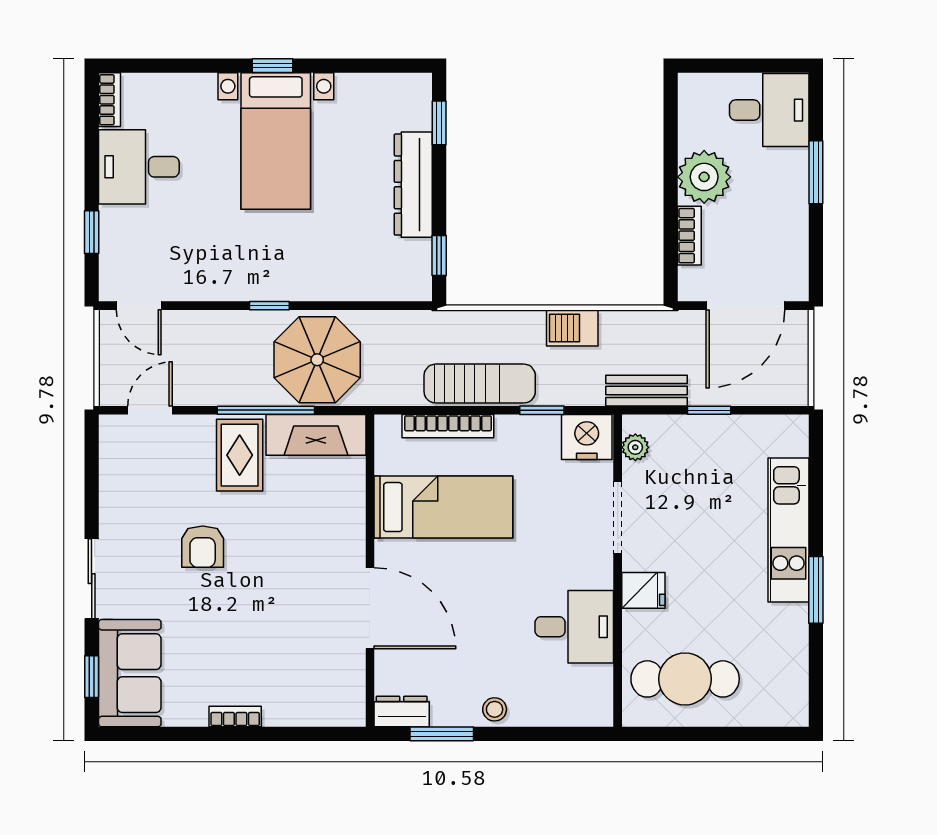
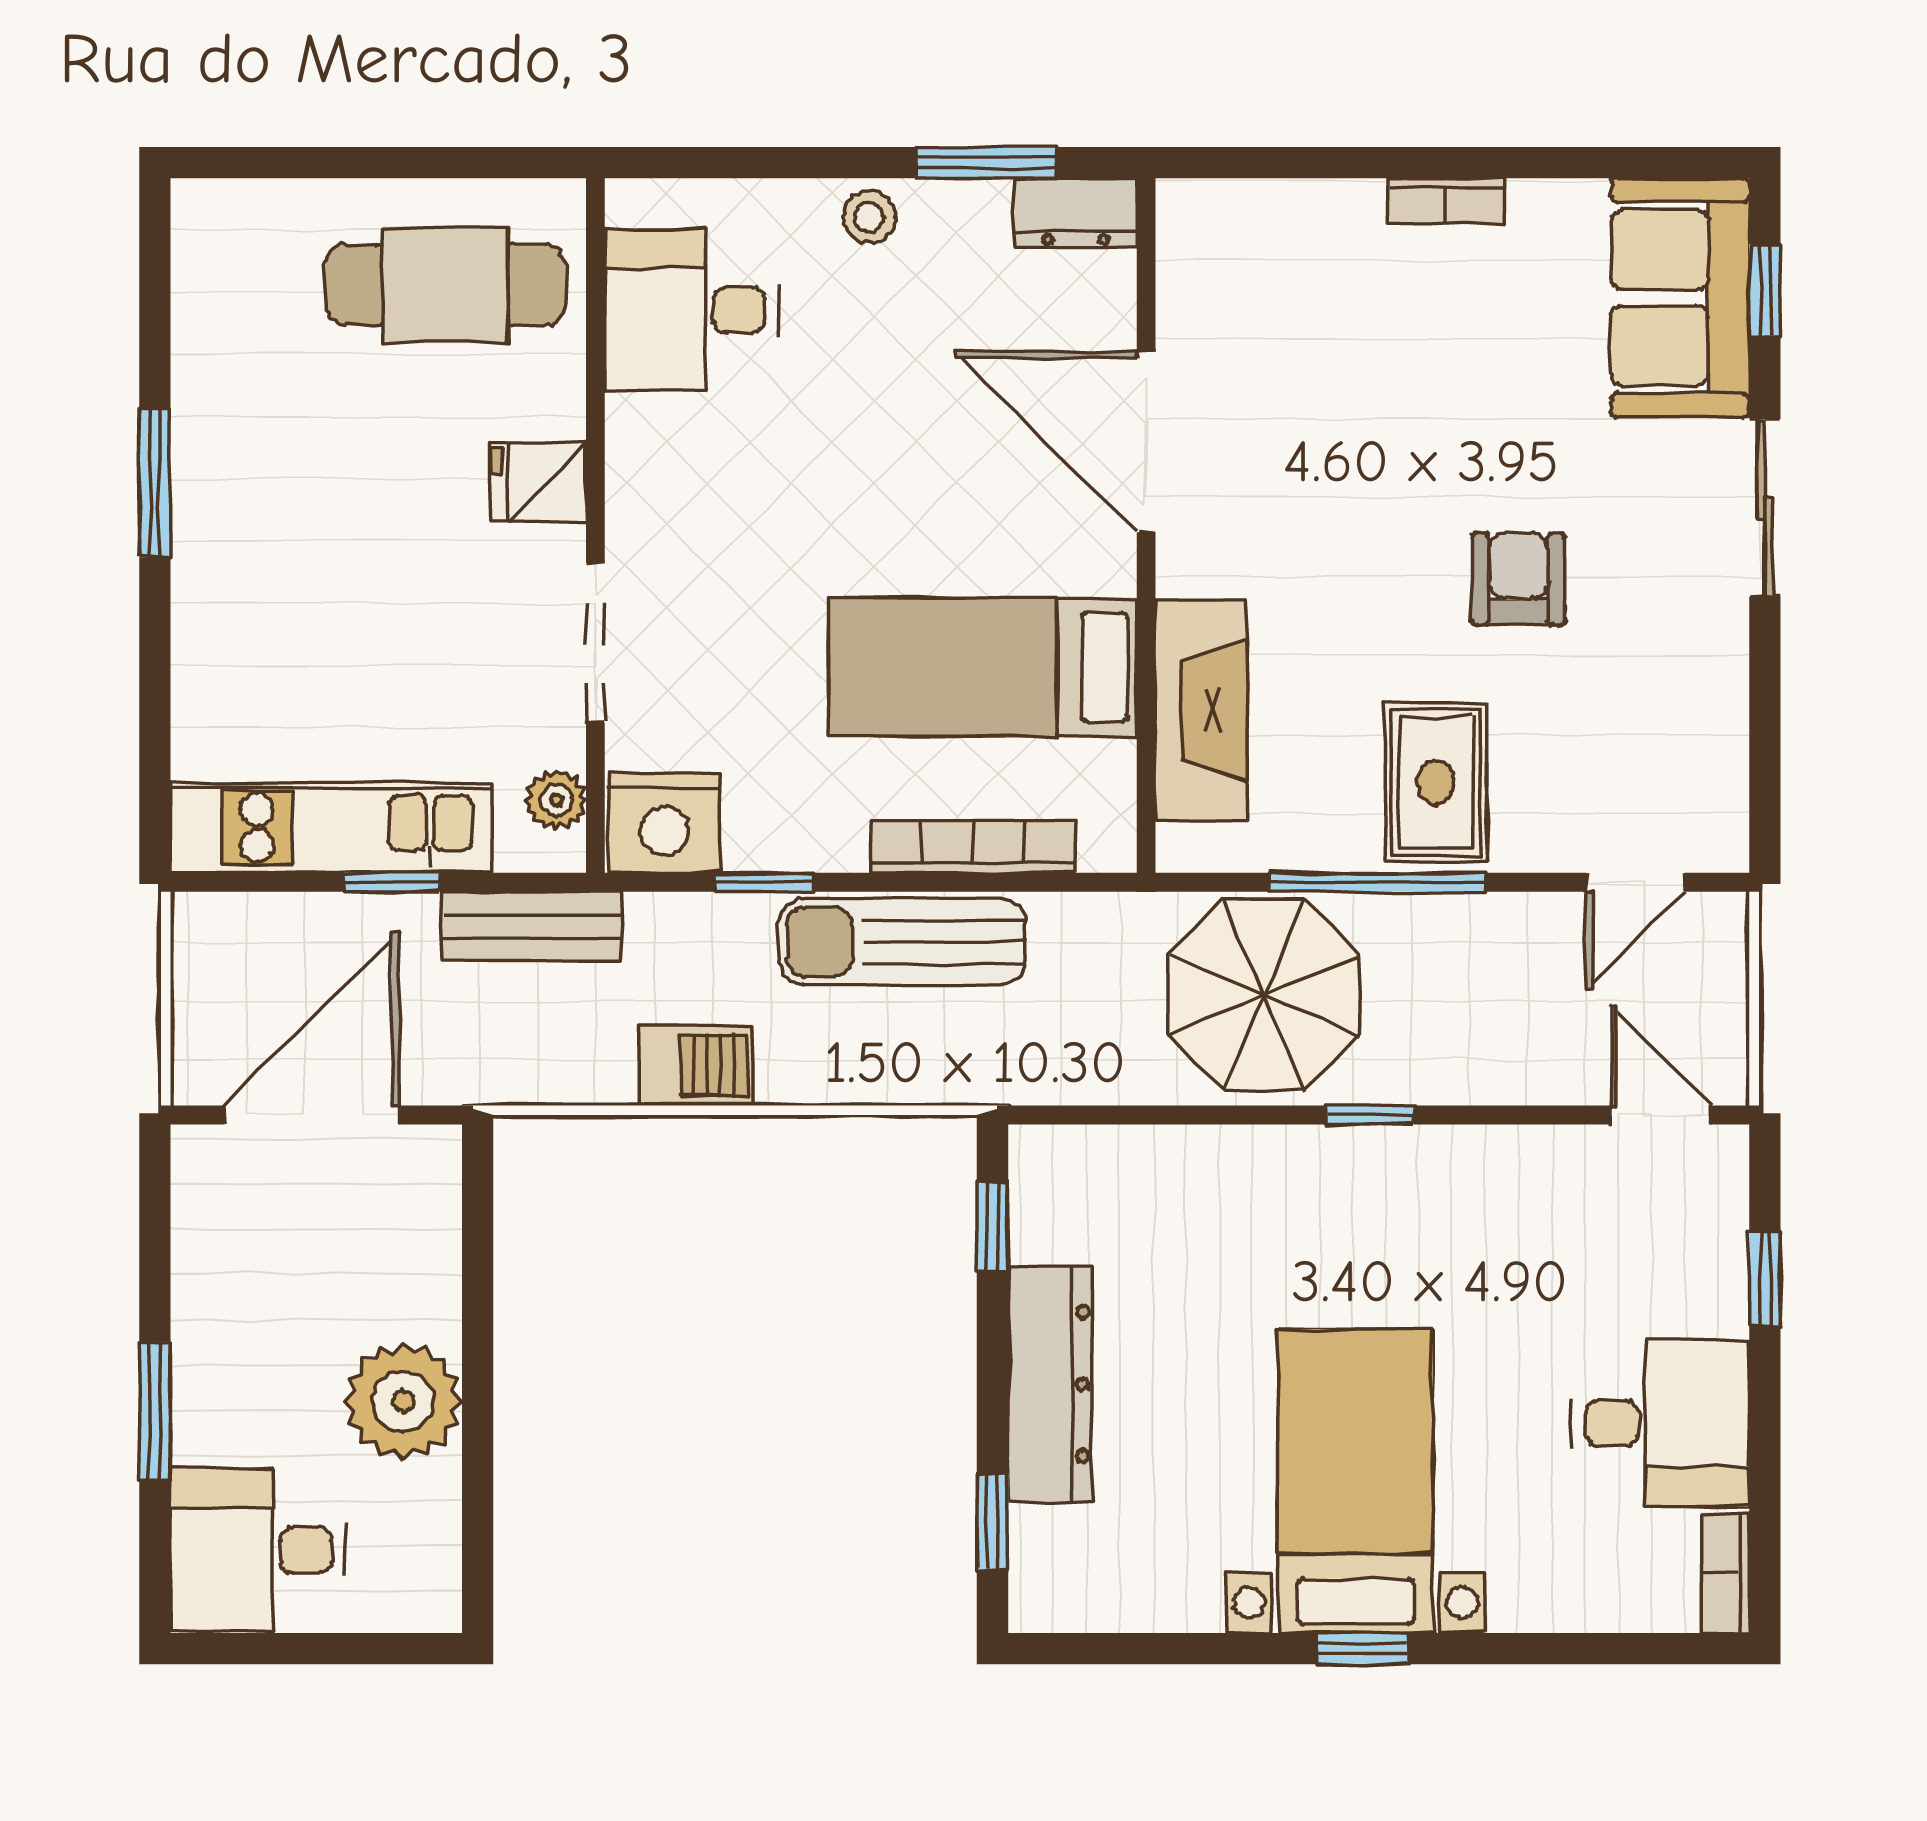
bookcase: (689, 236) -> (436, 1271), removed
fireplace: (316, 435) -> (1201, 710), moved, turned 90
kitchen unit: (788, 530) -> (331, 828), moved, turned -90
desk: (574, 627) -> (692, 310), moved

